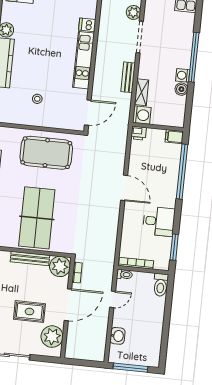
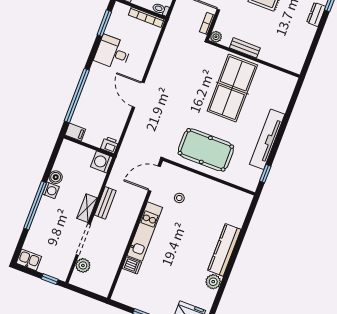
shelving: (142, 92) -> (87, 208), moved
stool: (37, 99) -> (179, 198), moved
bench: (30, 259) -> (245, 48), width x0.73
plant: (60, 267) -> (216, 37), width x0.53, depth x0.53

